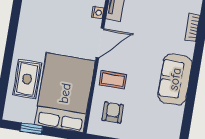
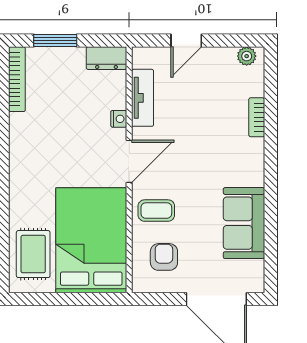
rug: (27, 79) -> (33, 254), moved
sofa: (175, 79) -> (244, 223), moved
window: (31, 129) -> (52, 299), removed

